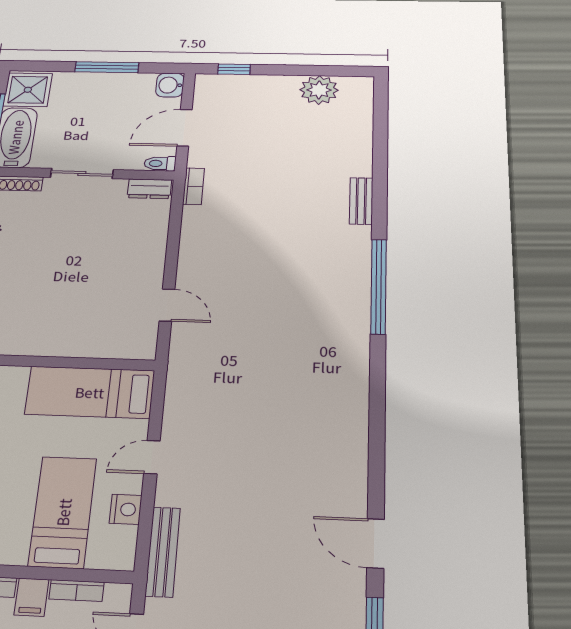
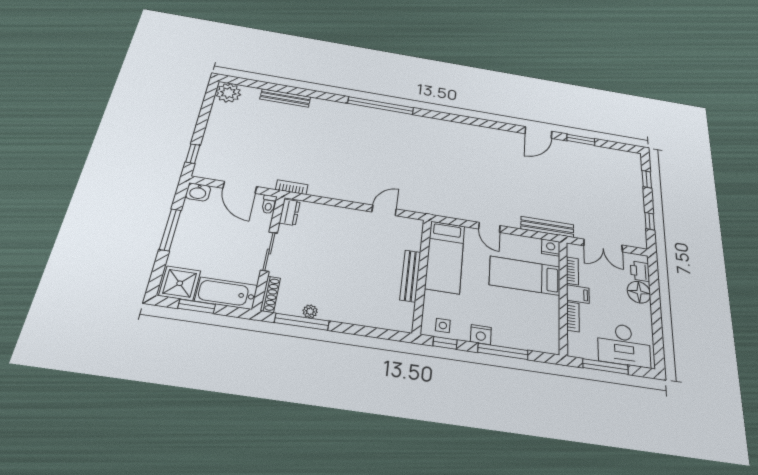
plant: (319, 90) -> (228, 93), moved
bench: (361, 201) -> (285, 98), moved, width x1.36
bench: (53, 347) -> (410, 276), added
nightstand: (126, 509) -> (551, 248), moved

